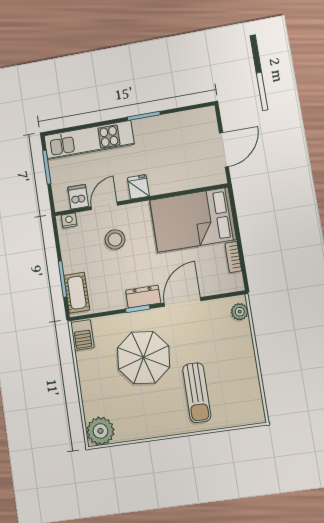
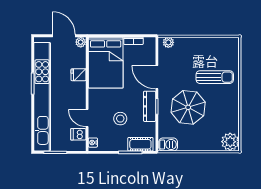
kitchen unit: (89, 140) -> (42, 97), width x1.86
plant: (218, 177) -> (81, 42), added
fridge: (138, 187) -> (78, 75), moved
stool: (115, 239) -> (120, 119), moved
dresser: (143, 297) -> (150, 106), width x1.44

